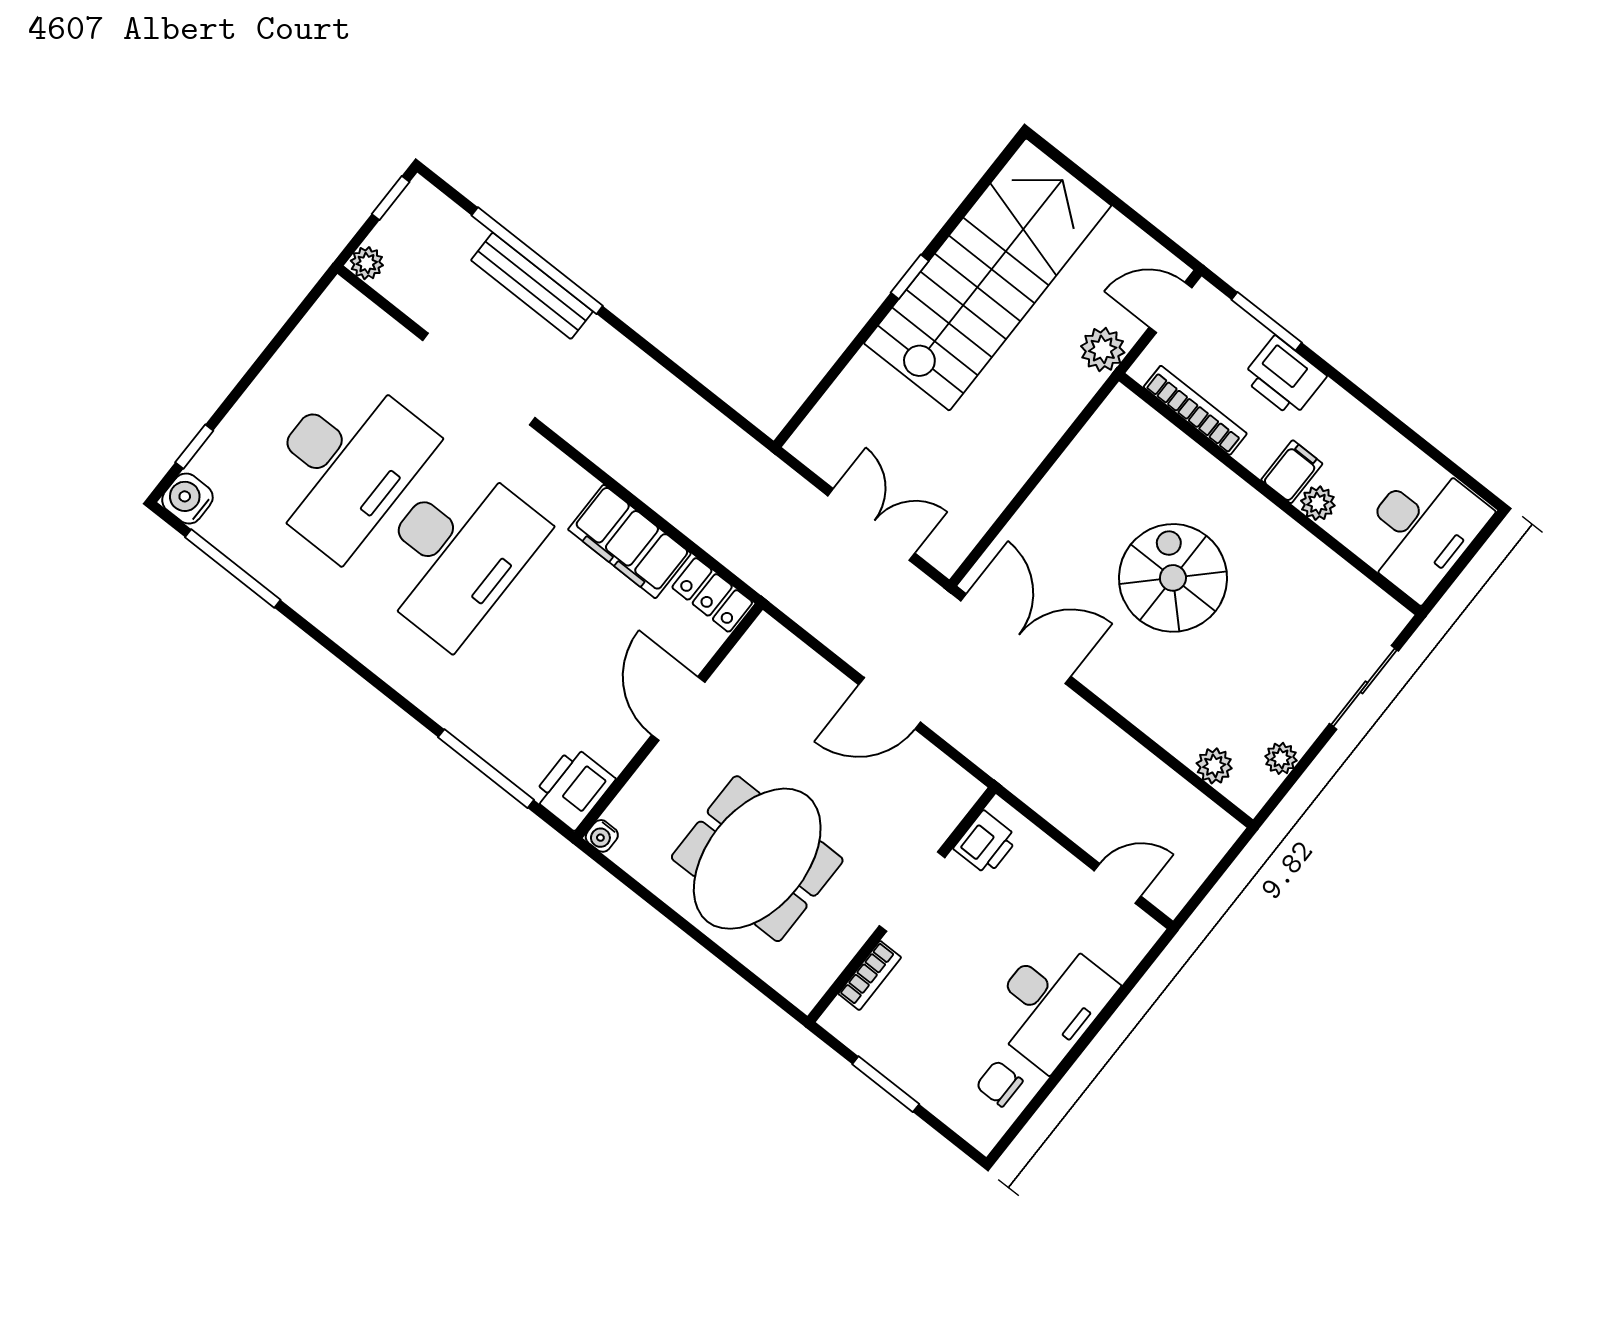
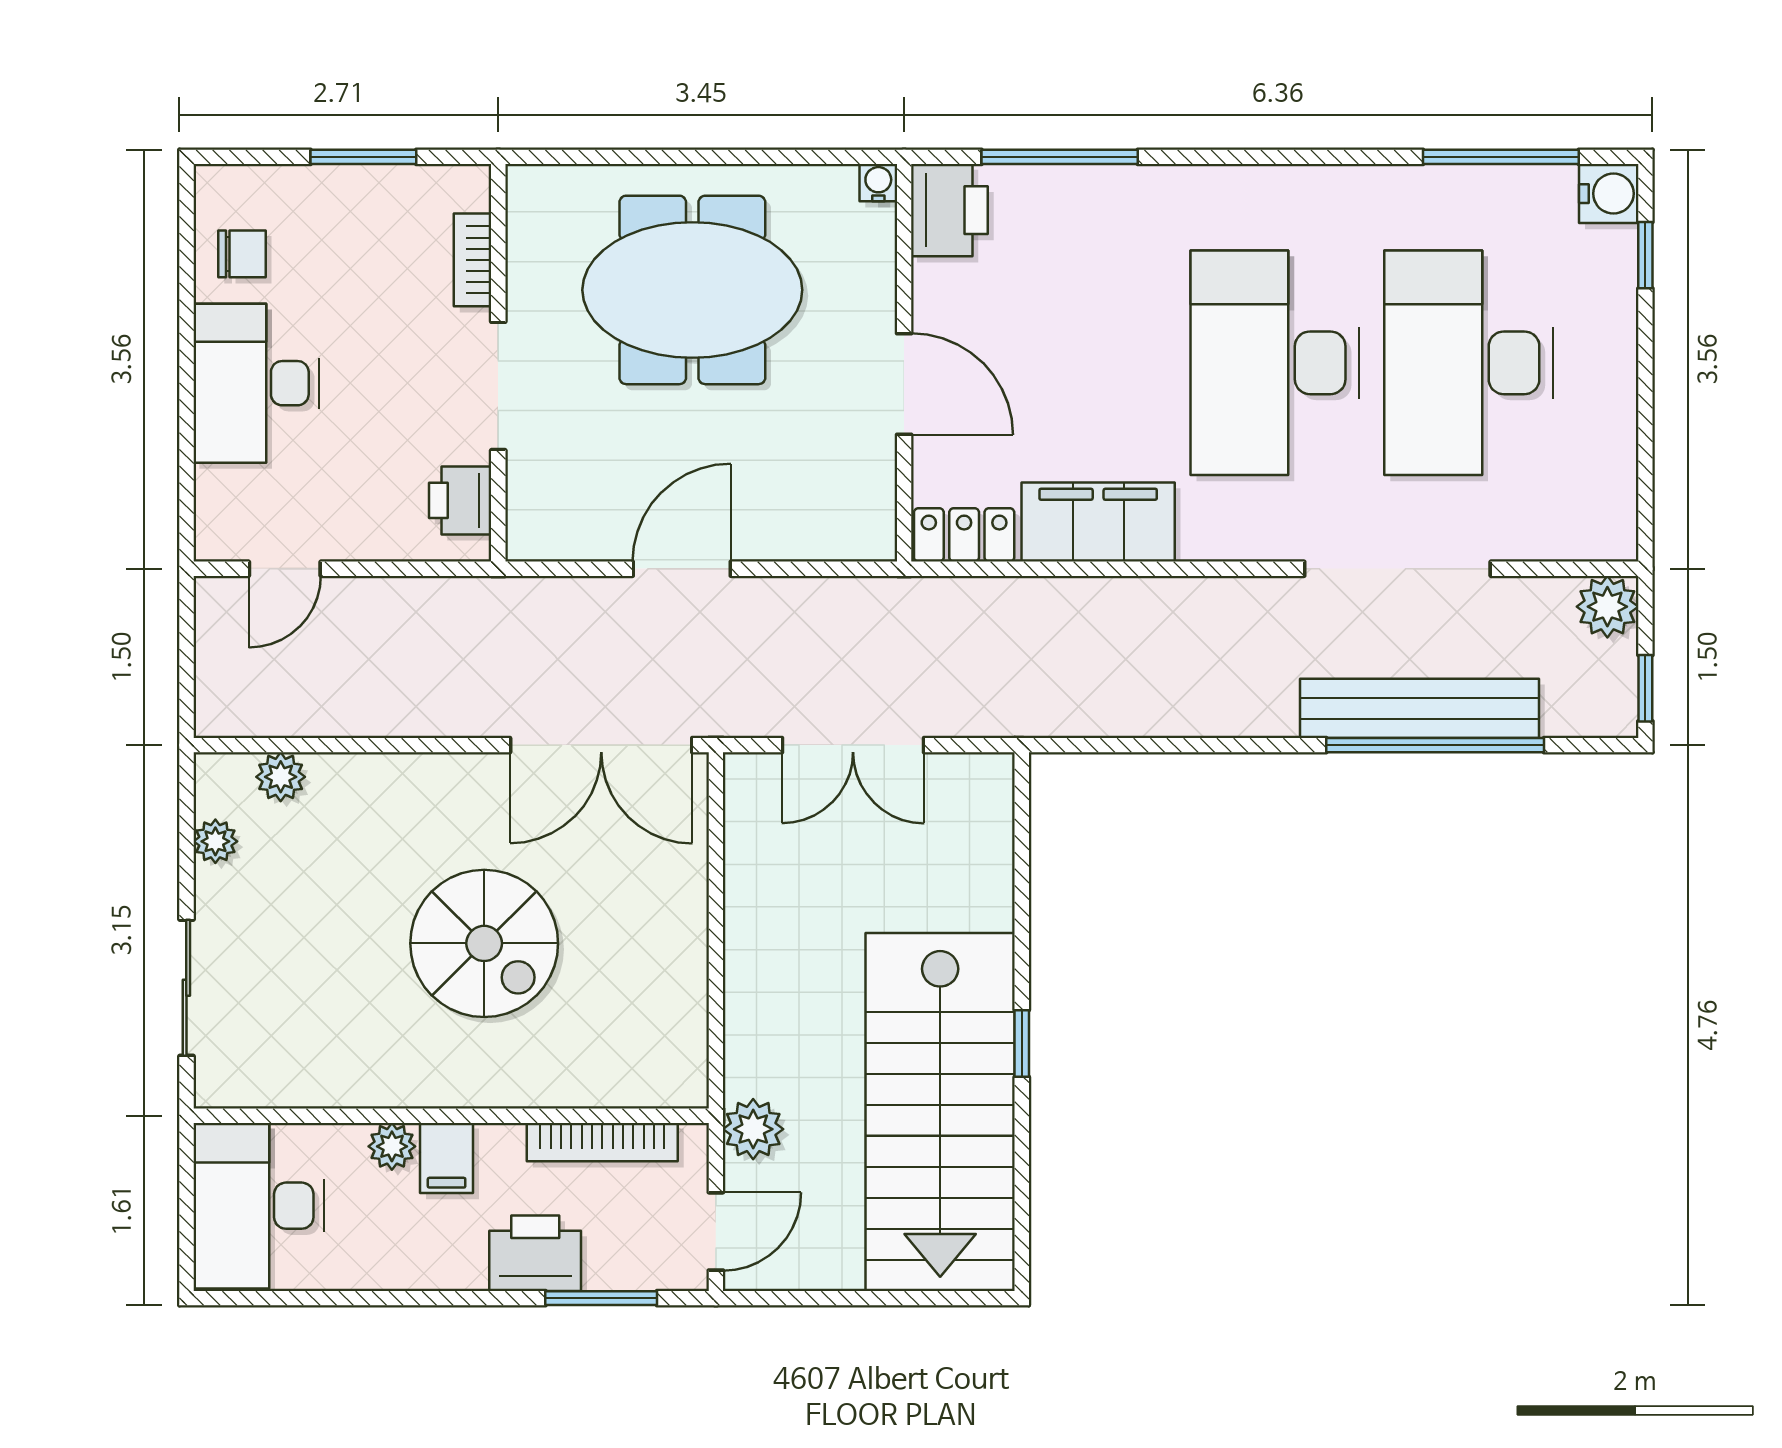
plant: (367, 263) -> (1607, 607), width x1.38, depth x1.38
bench: (532, 286) -> (1419, 708), width x1.37, depth x1.21
meeting table: (757, 859) -> (692, 290), turned 90

